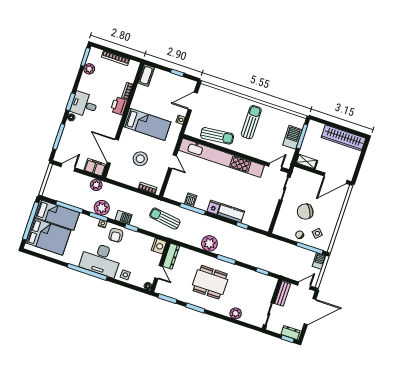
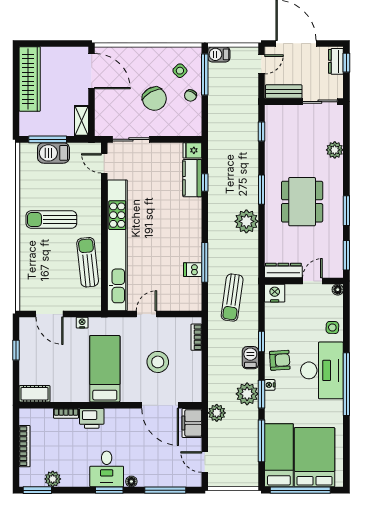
door: (113, 151) -> (160, 405), hinge flipped
fridge: (214, 207) -> (192, 150), moved
kitchen counter: (231, 213) -> (192, 178), moved
door: (304, 286) -> (261, 64), swing flipped

